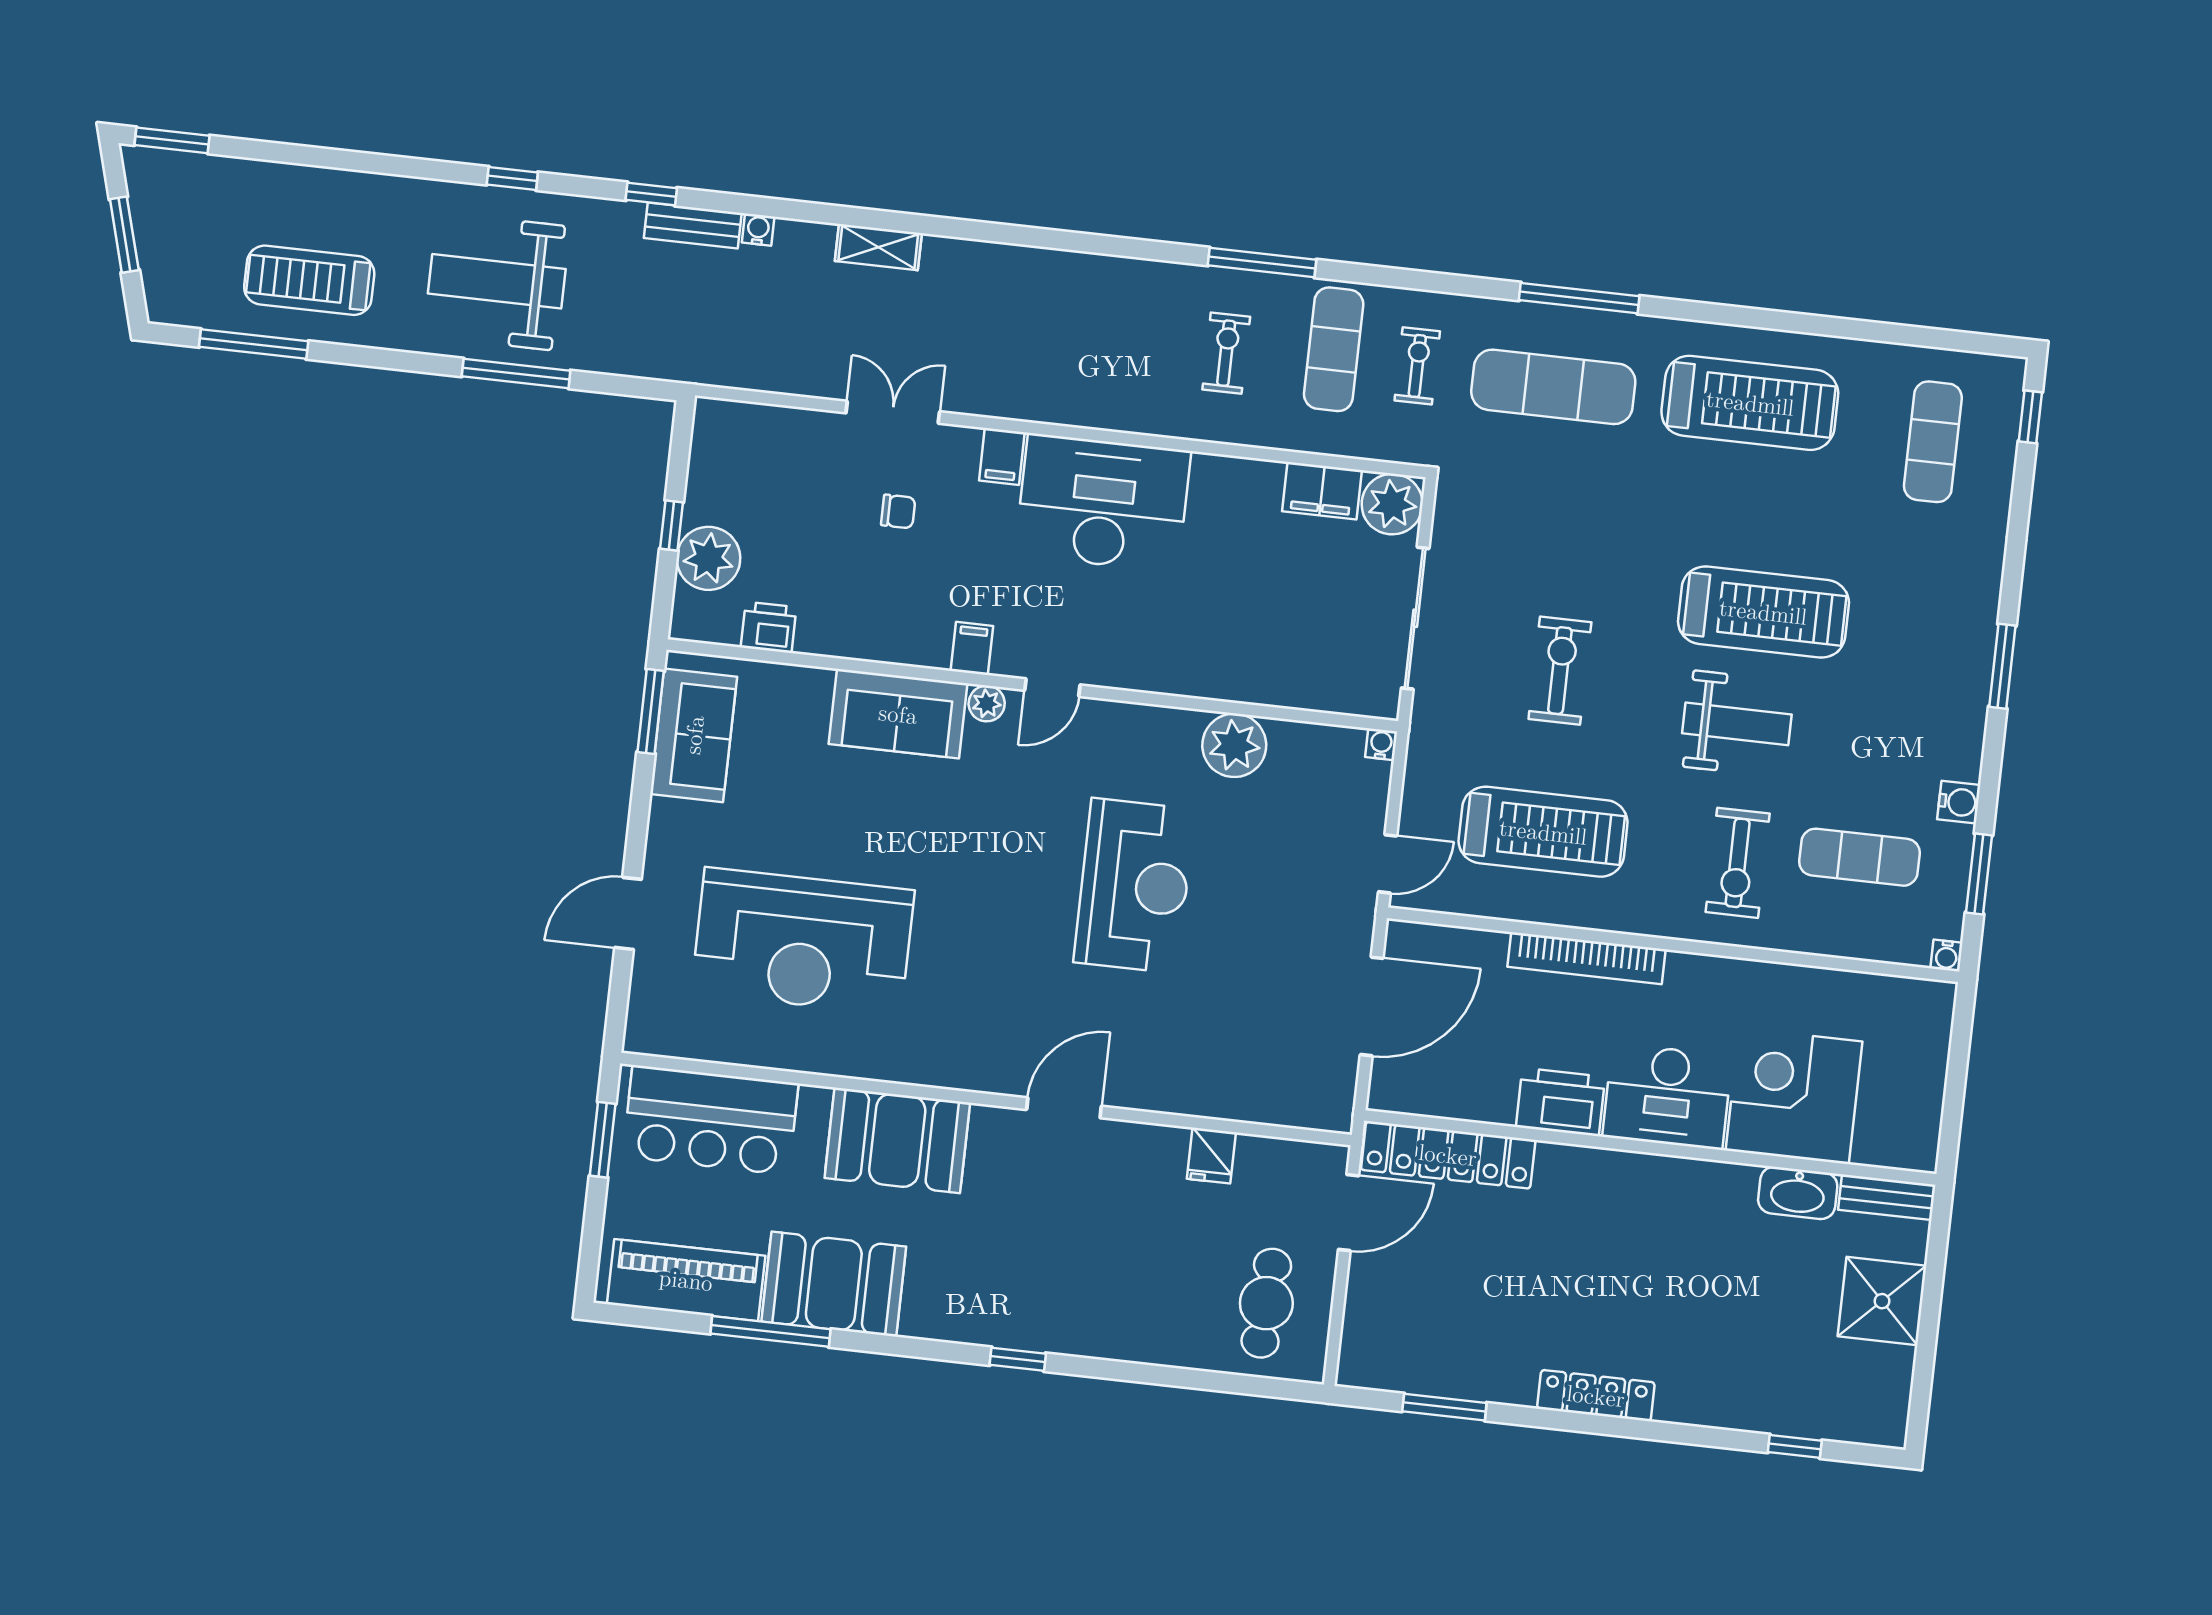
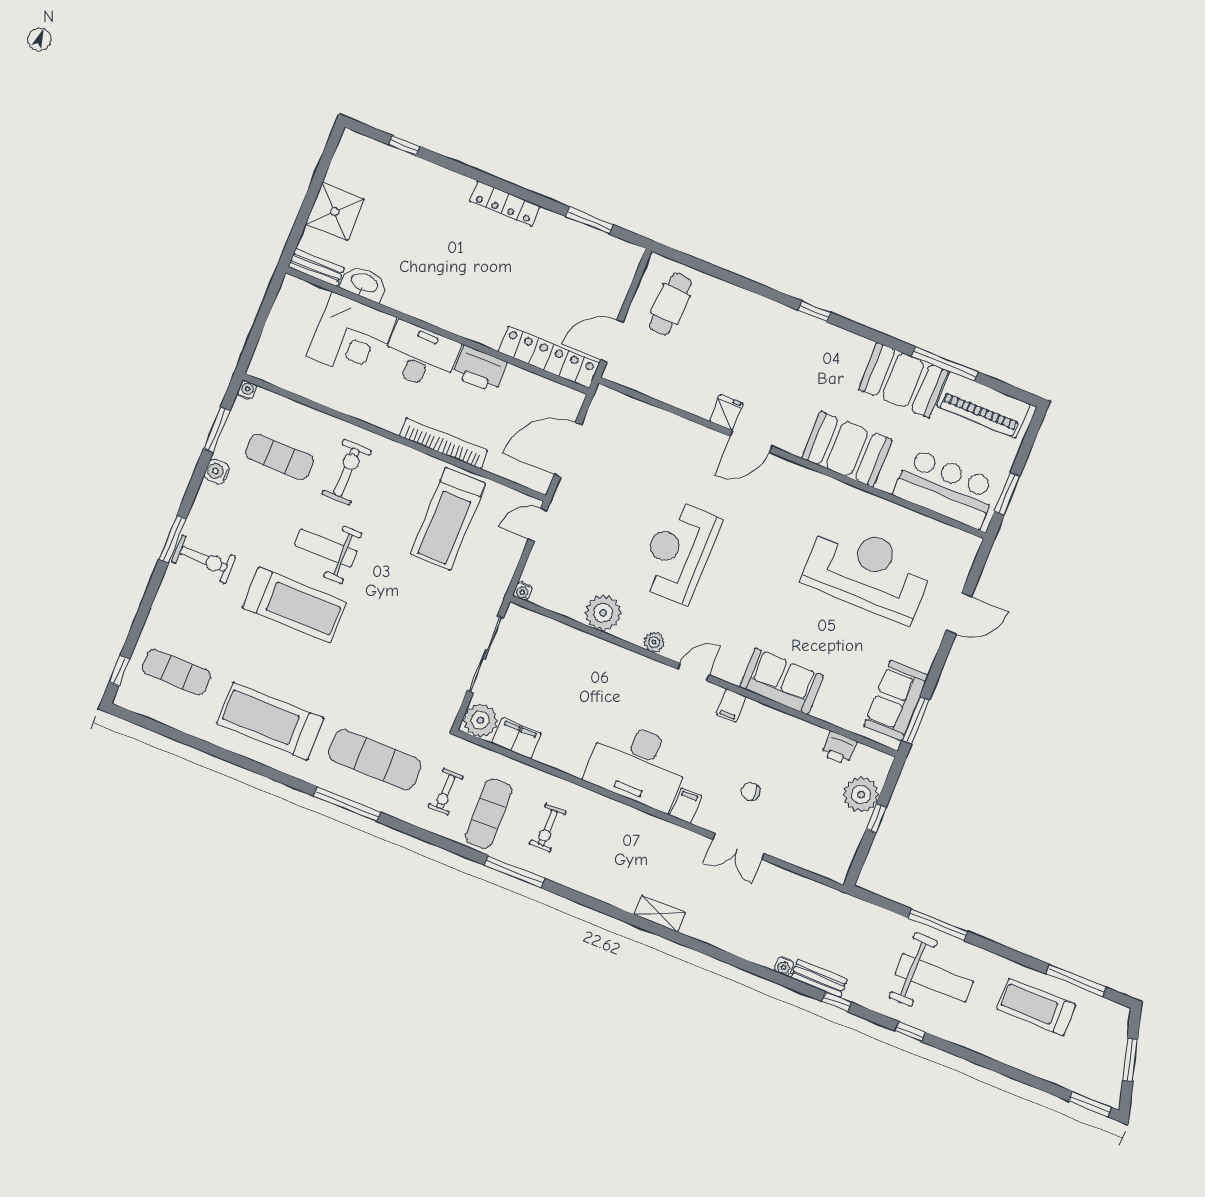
shelving: (878, 247) -> (660, 914), moved
treadmill: (309, 280) -> (1036, 1007), turned 180
exercise mat: (1933, 442) -> (176, 672), turned 90
treadmill: (1763, 612) -> (294, 605), turned 180
exercise bike: (1560, 671) -> (204, 559), moved, turned -90
plant: (987, 704) -> (654, 642), moved
treadmill: (1543, 832) -> (448, 519), turned -90
fridge: (1211, 1156) -> (726, 412), moved

